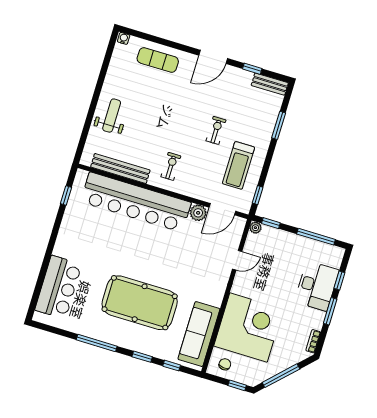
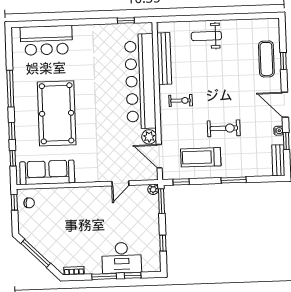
water cooler: (124, 38) -> (279, 131), moved
window: (166, 43) -> (283, 61), added
weight bench: (112, 116) -> (206, 36), turned 180
window: (279, 125) -> (234, 180), moved
exercise bike: (216, 130) -> (224, 128), width x1.38, depth x1.39
window: (271, 223) -> (161, 201), width x1.50
window: (316, 237) -> (163, 243), width x0.46
door: (237, 260) -> (120, 183), hinge flipped
corner desk: (249, 327) -> (67, 212), removed
window: (237, 385) -> (14, 202), moved

